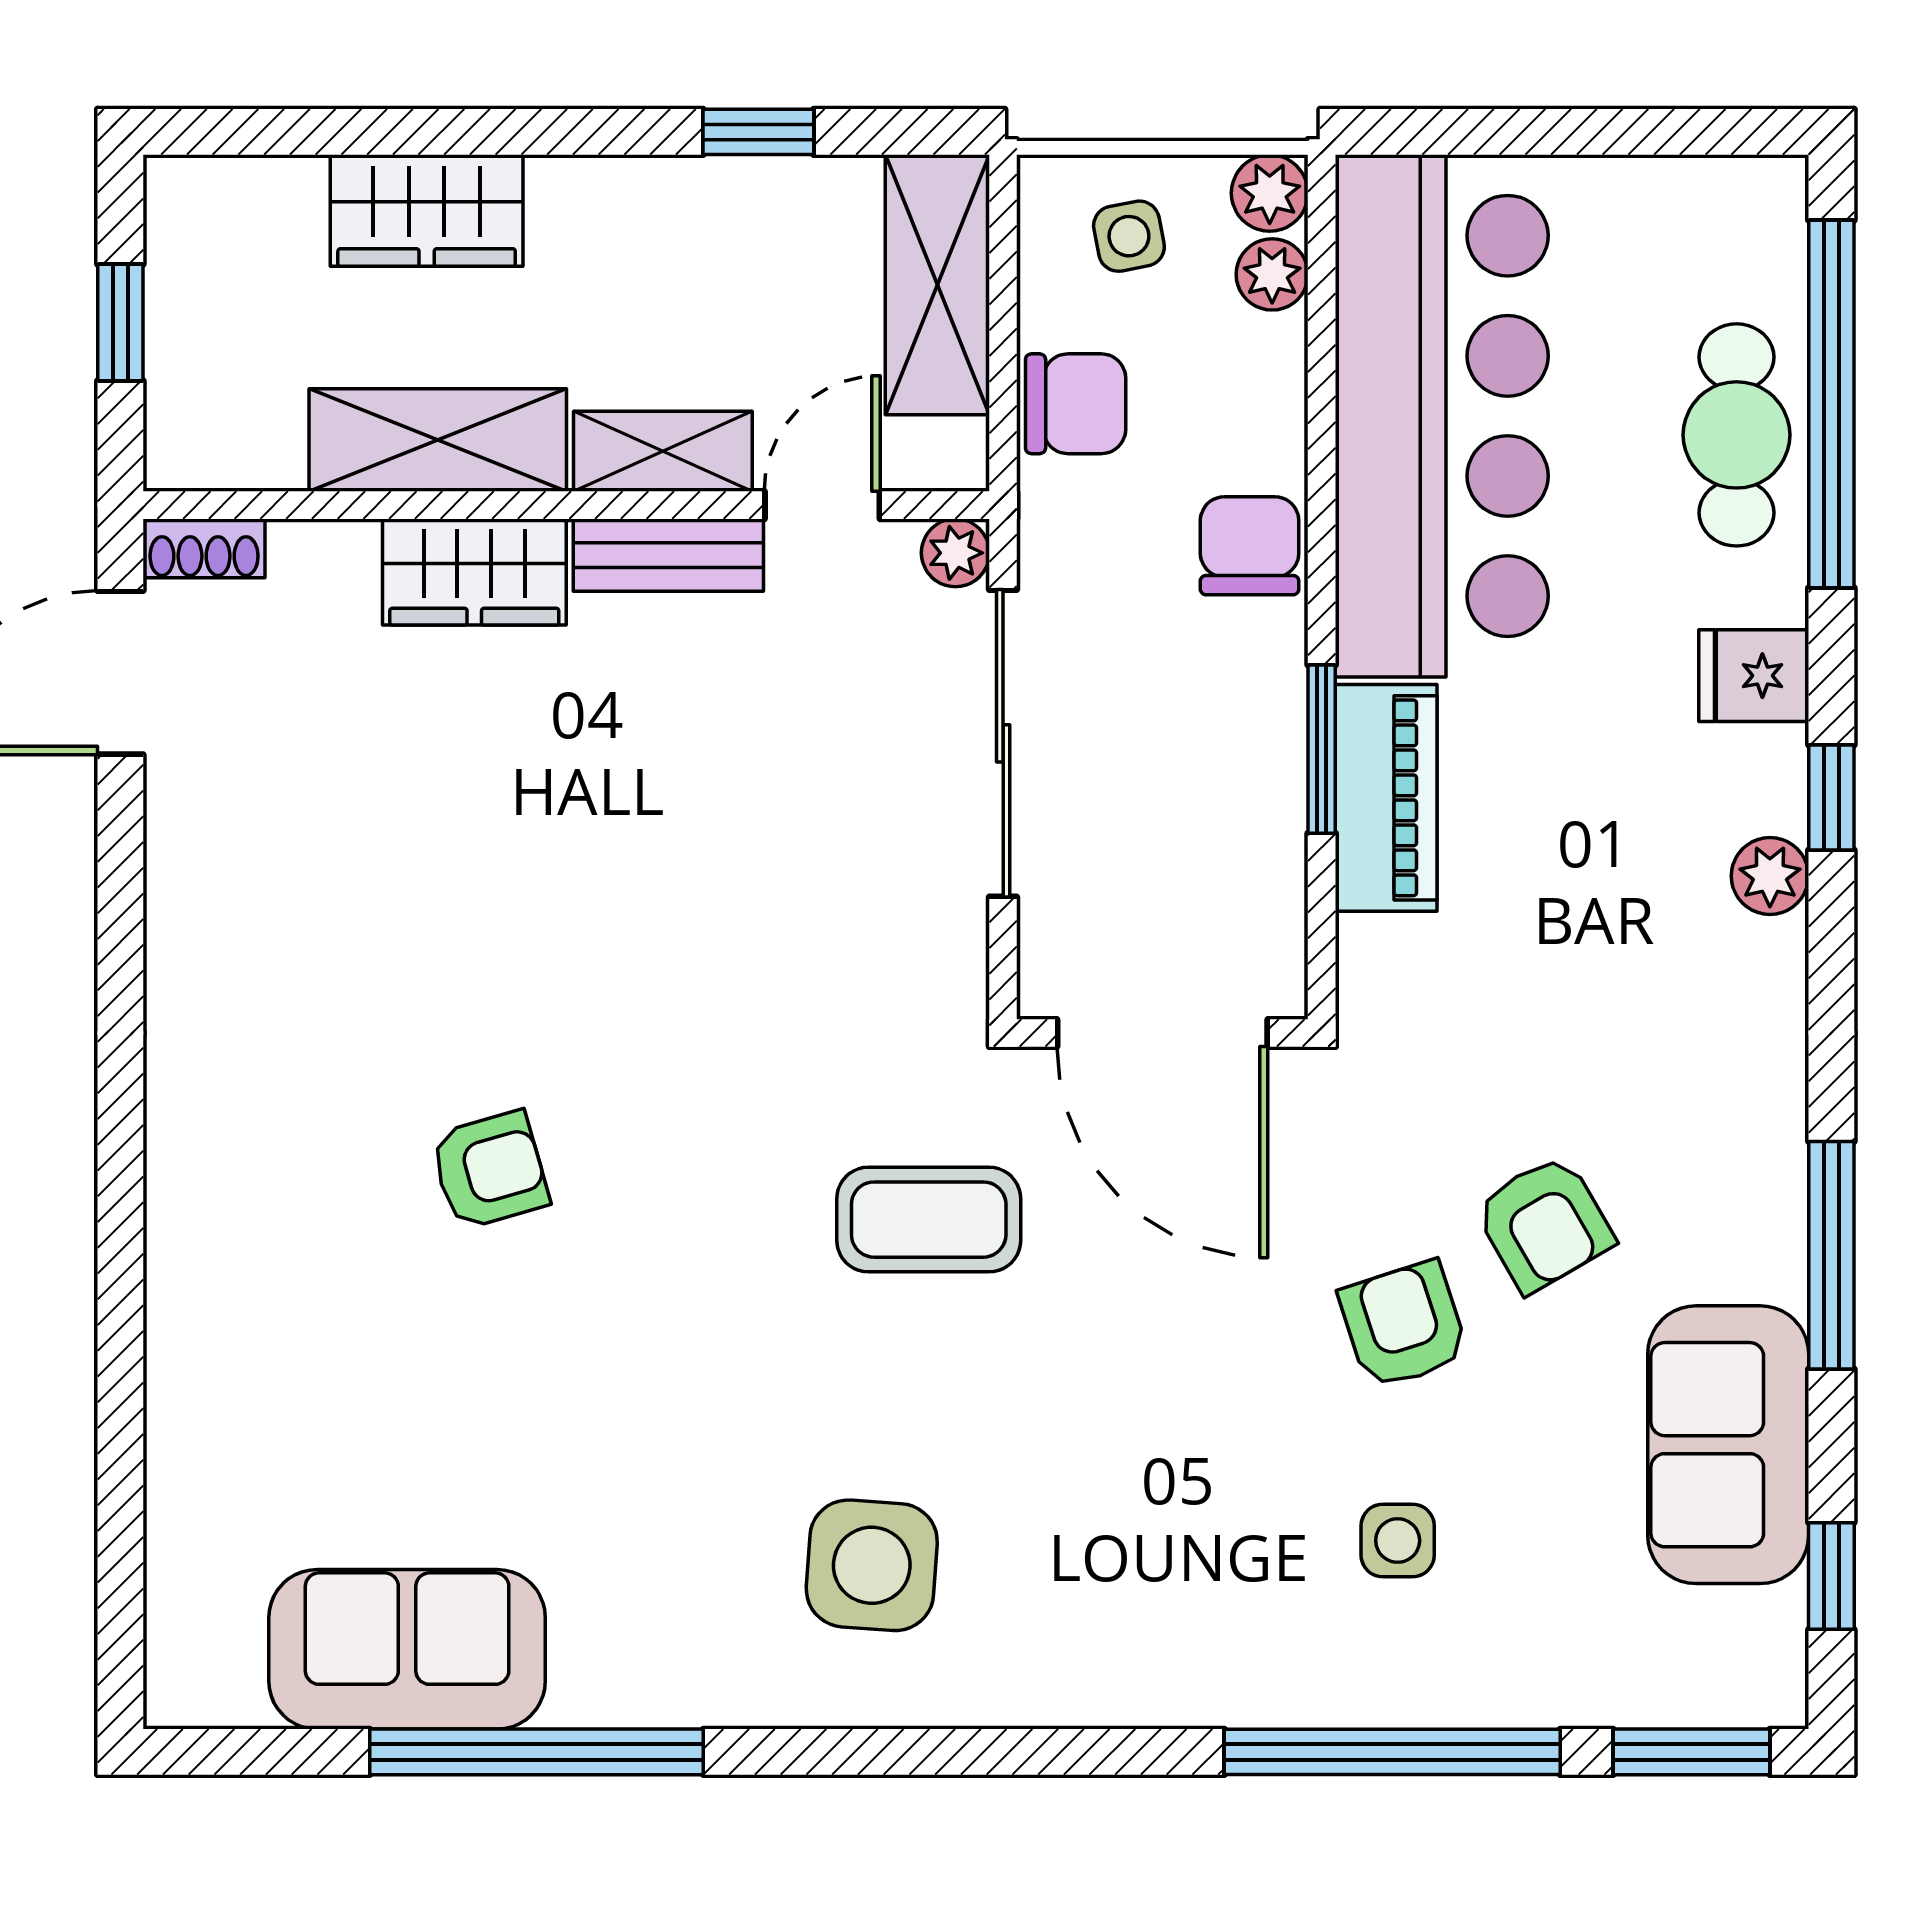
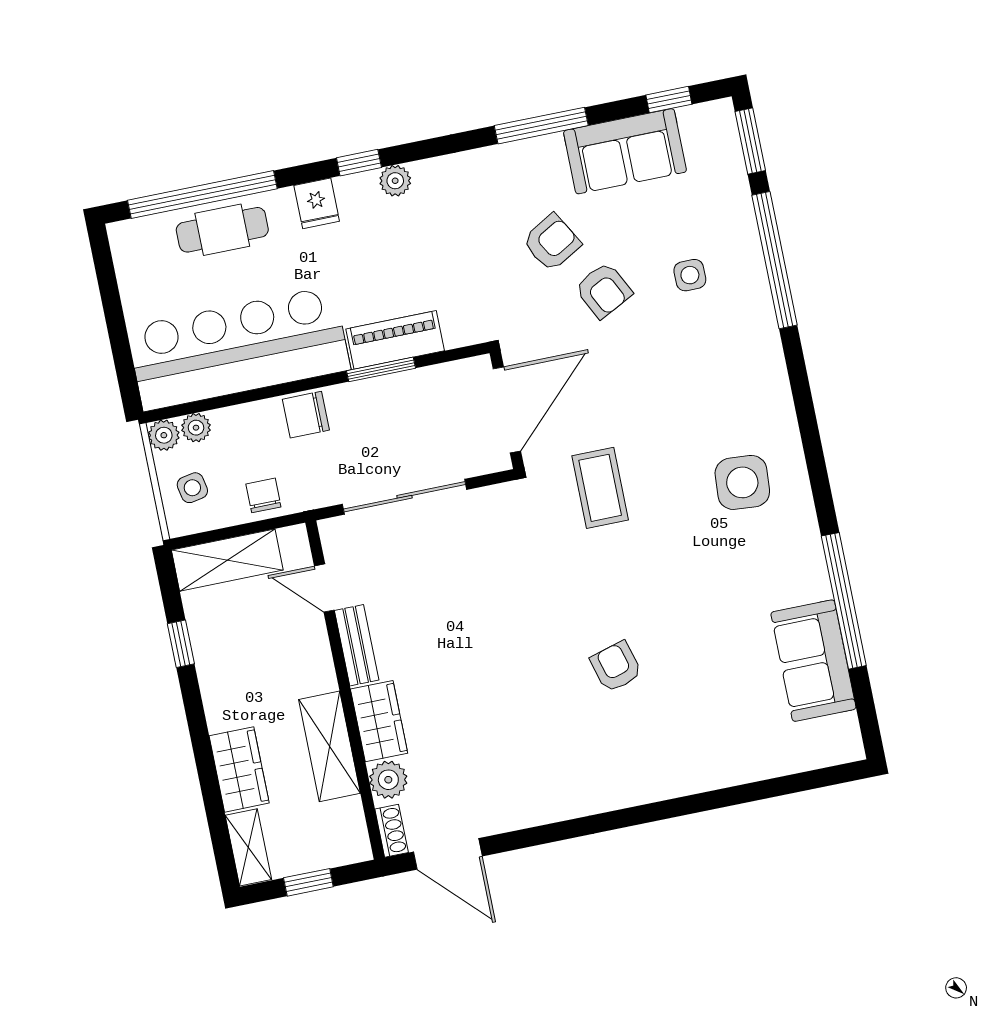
chair: (1076, 404) -> (263, 495), width x0.73, depth x0.73
shelving: (663, 451) -> (248, 847), moved
plant: (955, 553) -> (388, 780), moved, width x1.38, depth x1.38
armchair: (1404, 1325) -> (604, 290), turned -99

